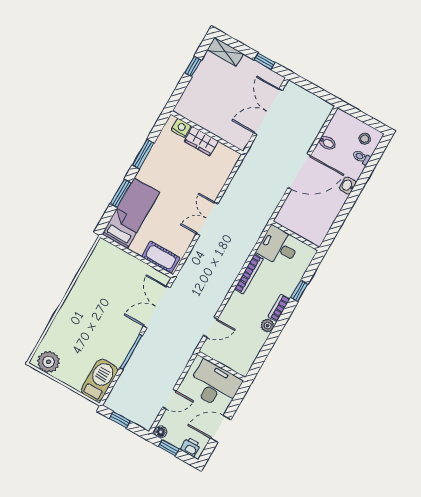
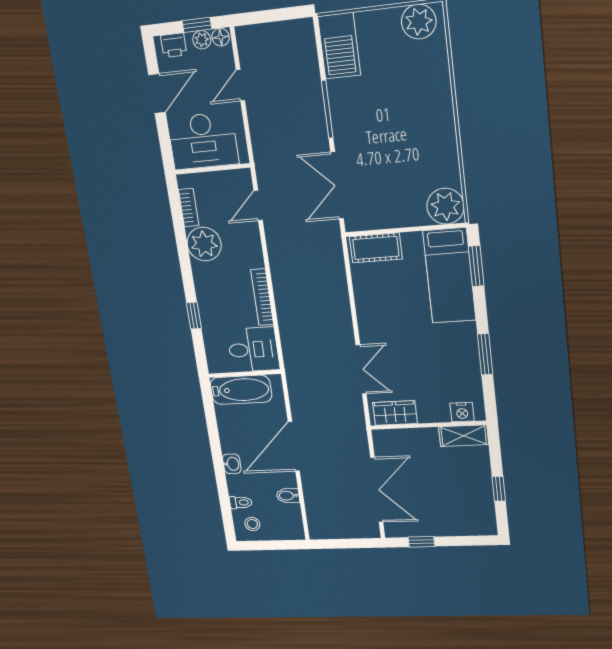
shelving: (225, 52) -> (464, 436), moved
wardrobe: (201, 141) -> (395, 413), moved
window: (121, 193) -> (476, 266), moved
double door: (207, 219) -> (361, 369), moved
bathtub: (305, 227) -> (241, 390), added
plant: (105, 254) -> (445, 206), added
double door: (157, 307) -> (337, 186), swing flipped
bookcase: (279, 308) -> (189, 208), moved
plant: (267, 326) -> (204, 244), width x1.87, depth x1.87
window: (120, 420) -> (279, 15), removed
plant: (172, 438) -> (202, 40), added

